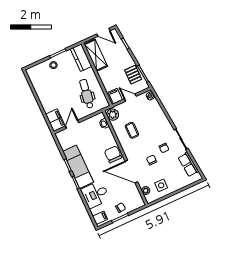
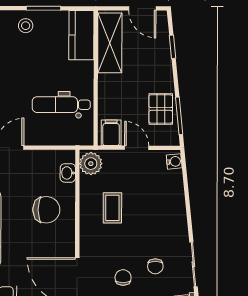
dental chair: (87, 94) -> (61, 105), turned -99
chair: (113, 154) -> (46, 210), moved, turned 90

